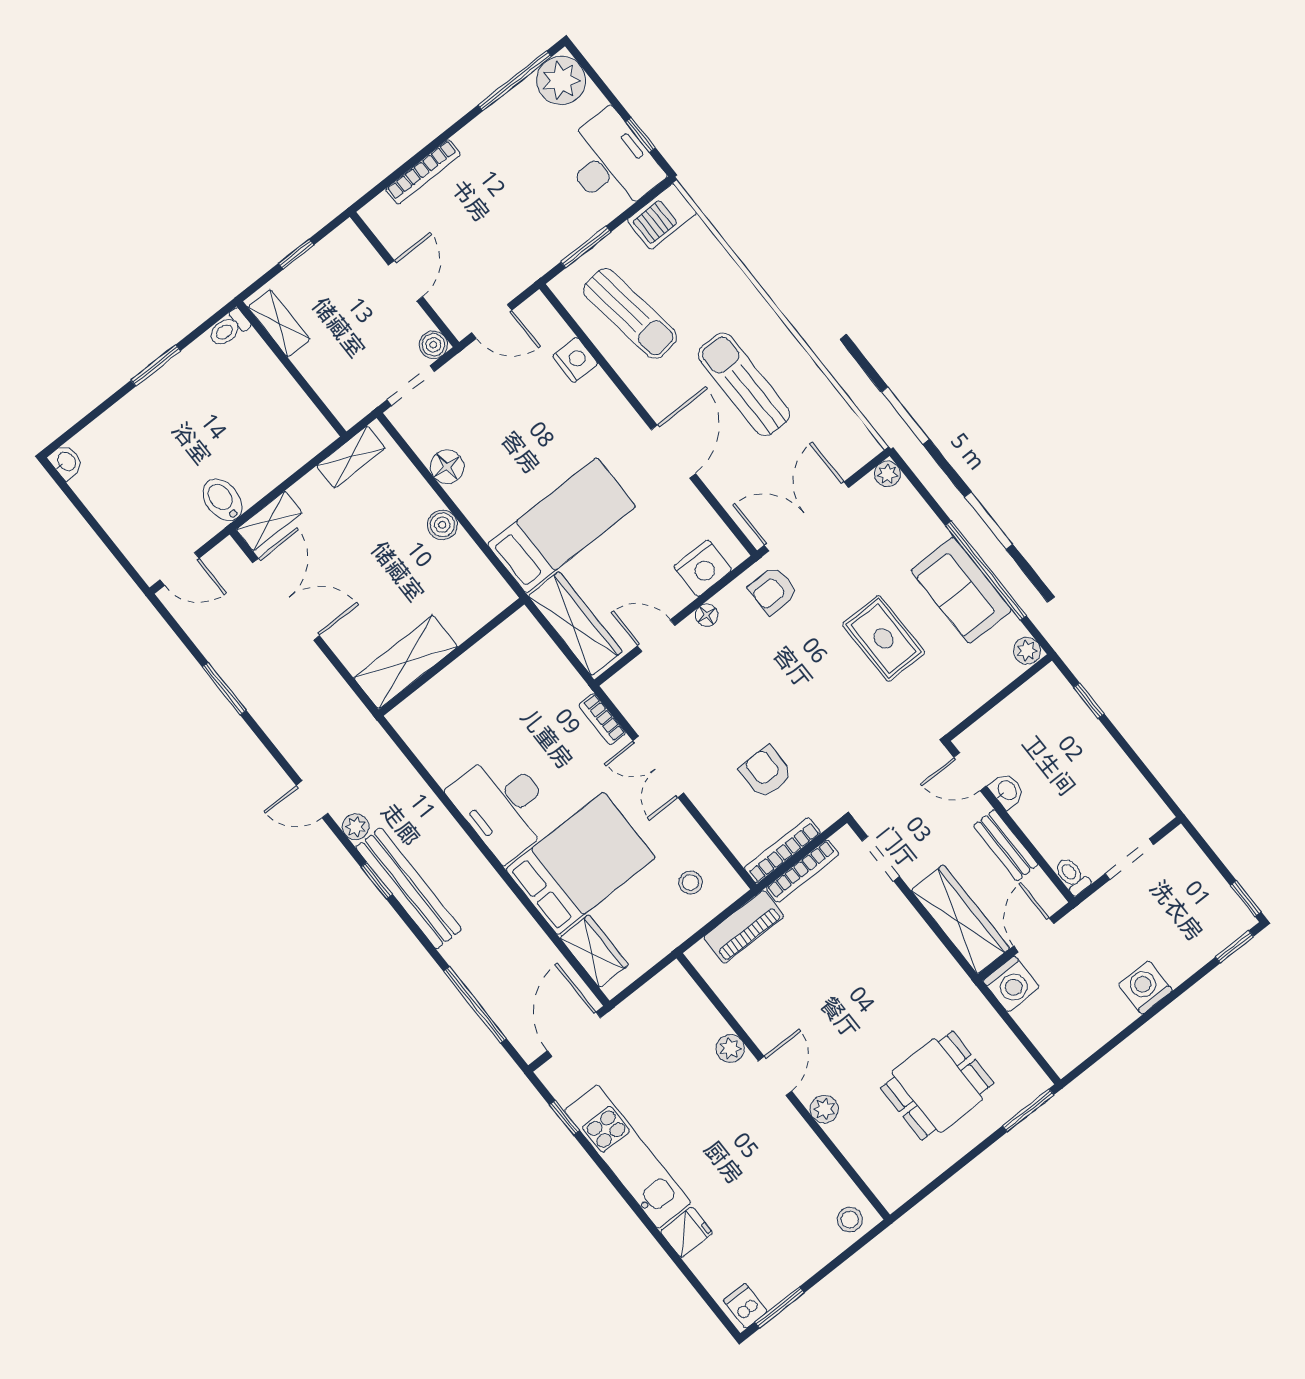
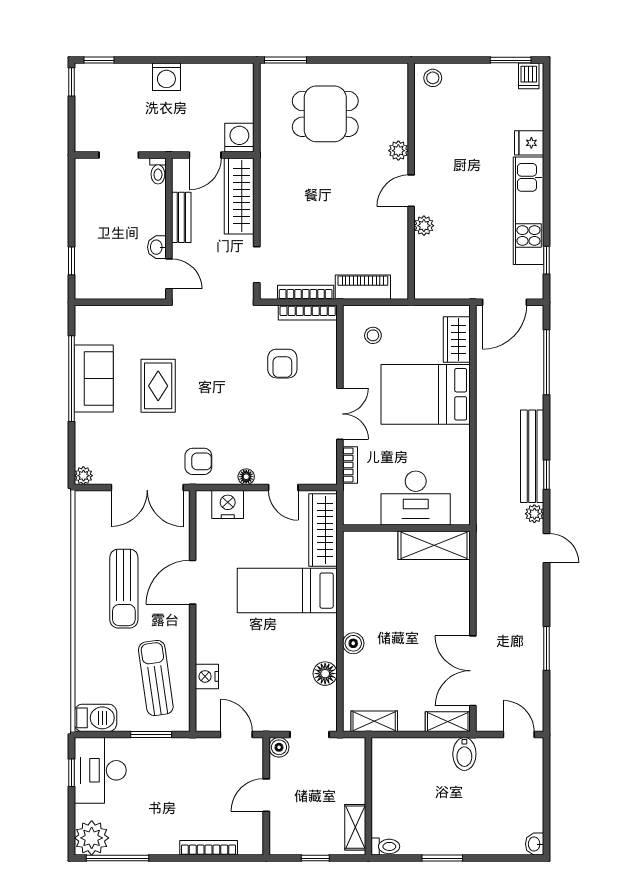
plant: (1027, 651) -> (84, 316), removed
wall: (451, 657) -> (406, 528), moved
shelving: (406, 662) -> (434, 545), moved
desk: (503, 805) -> (416, 498), moved, turned 90

